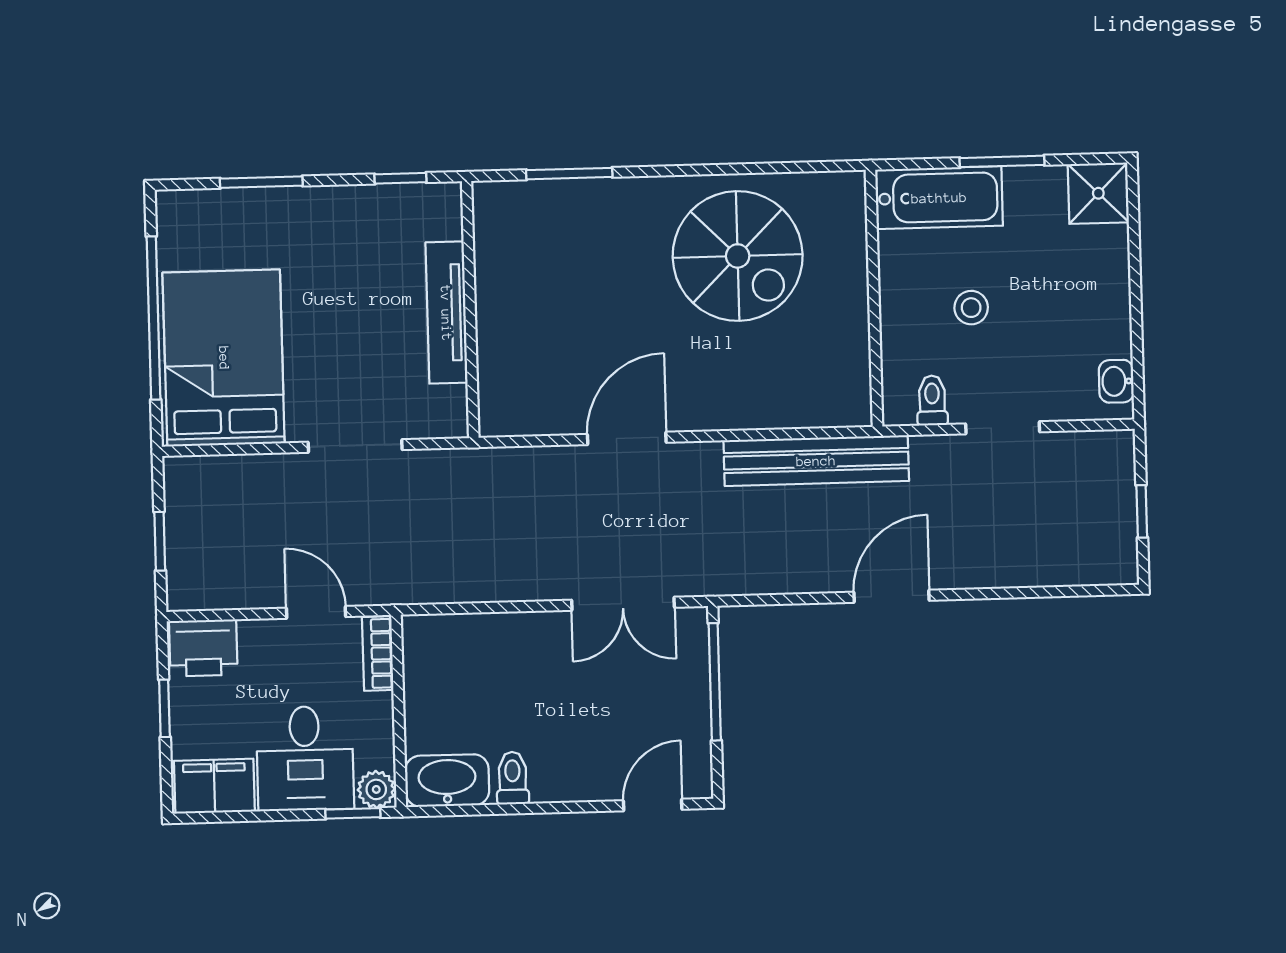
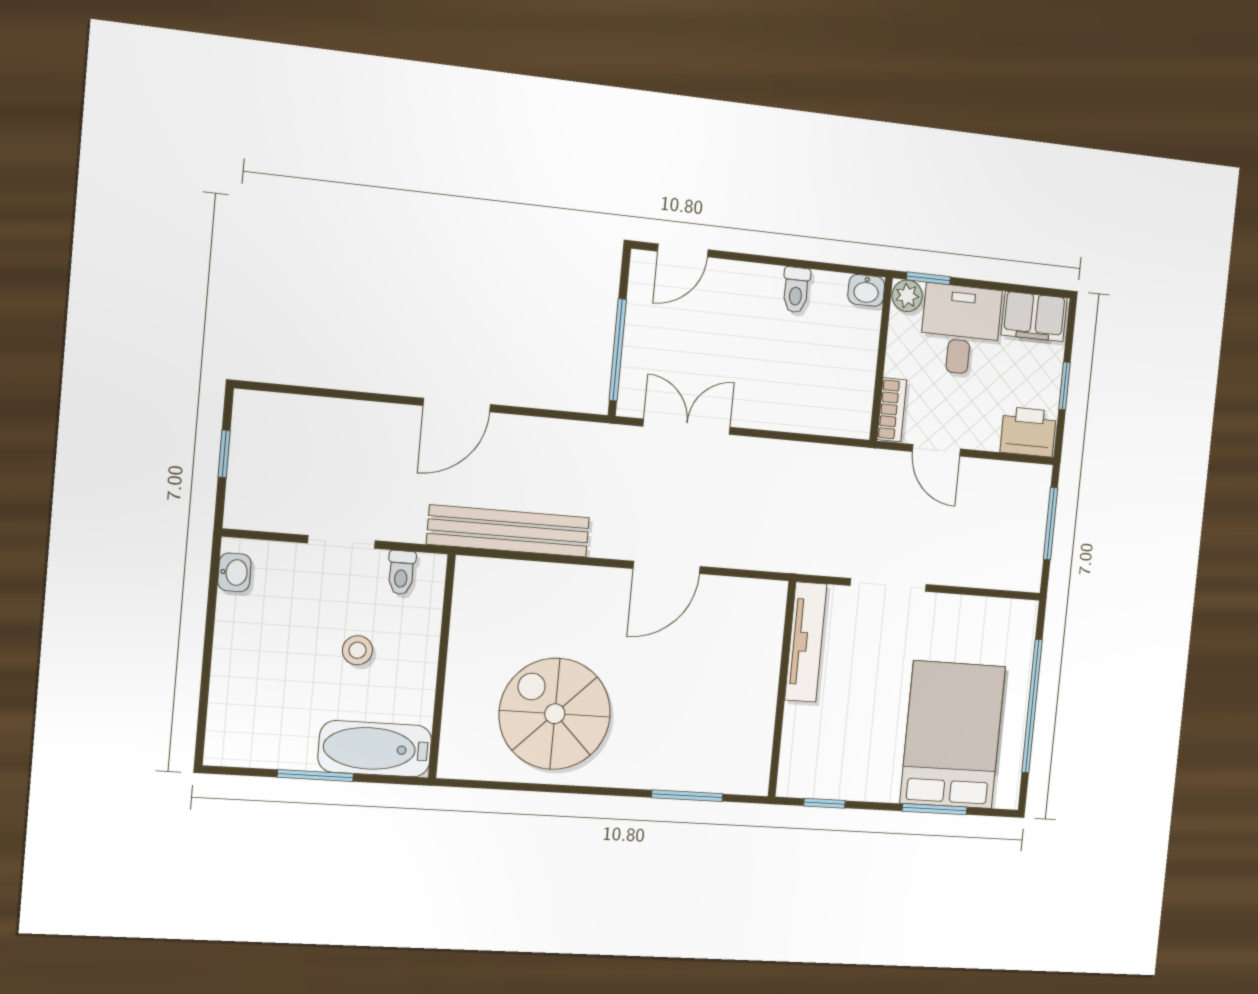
shower: (1098, 193) -> (232, 740), removed
tv unit: (446, 313) -> (806, 642), moved
bed: (224, 358) -> (953, 735), moved, turned 180
window: (160, 541) -> (1051, 524), width x1.50
washbasin: (447, 781) -> (866, 290), width x0.52, depth x0.69

